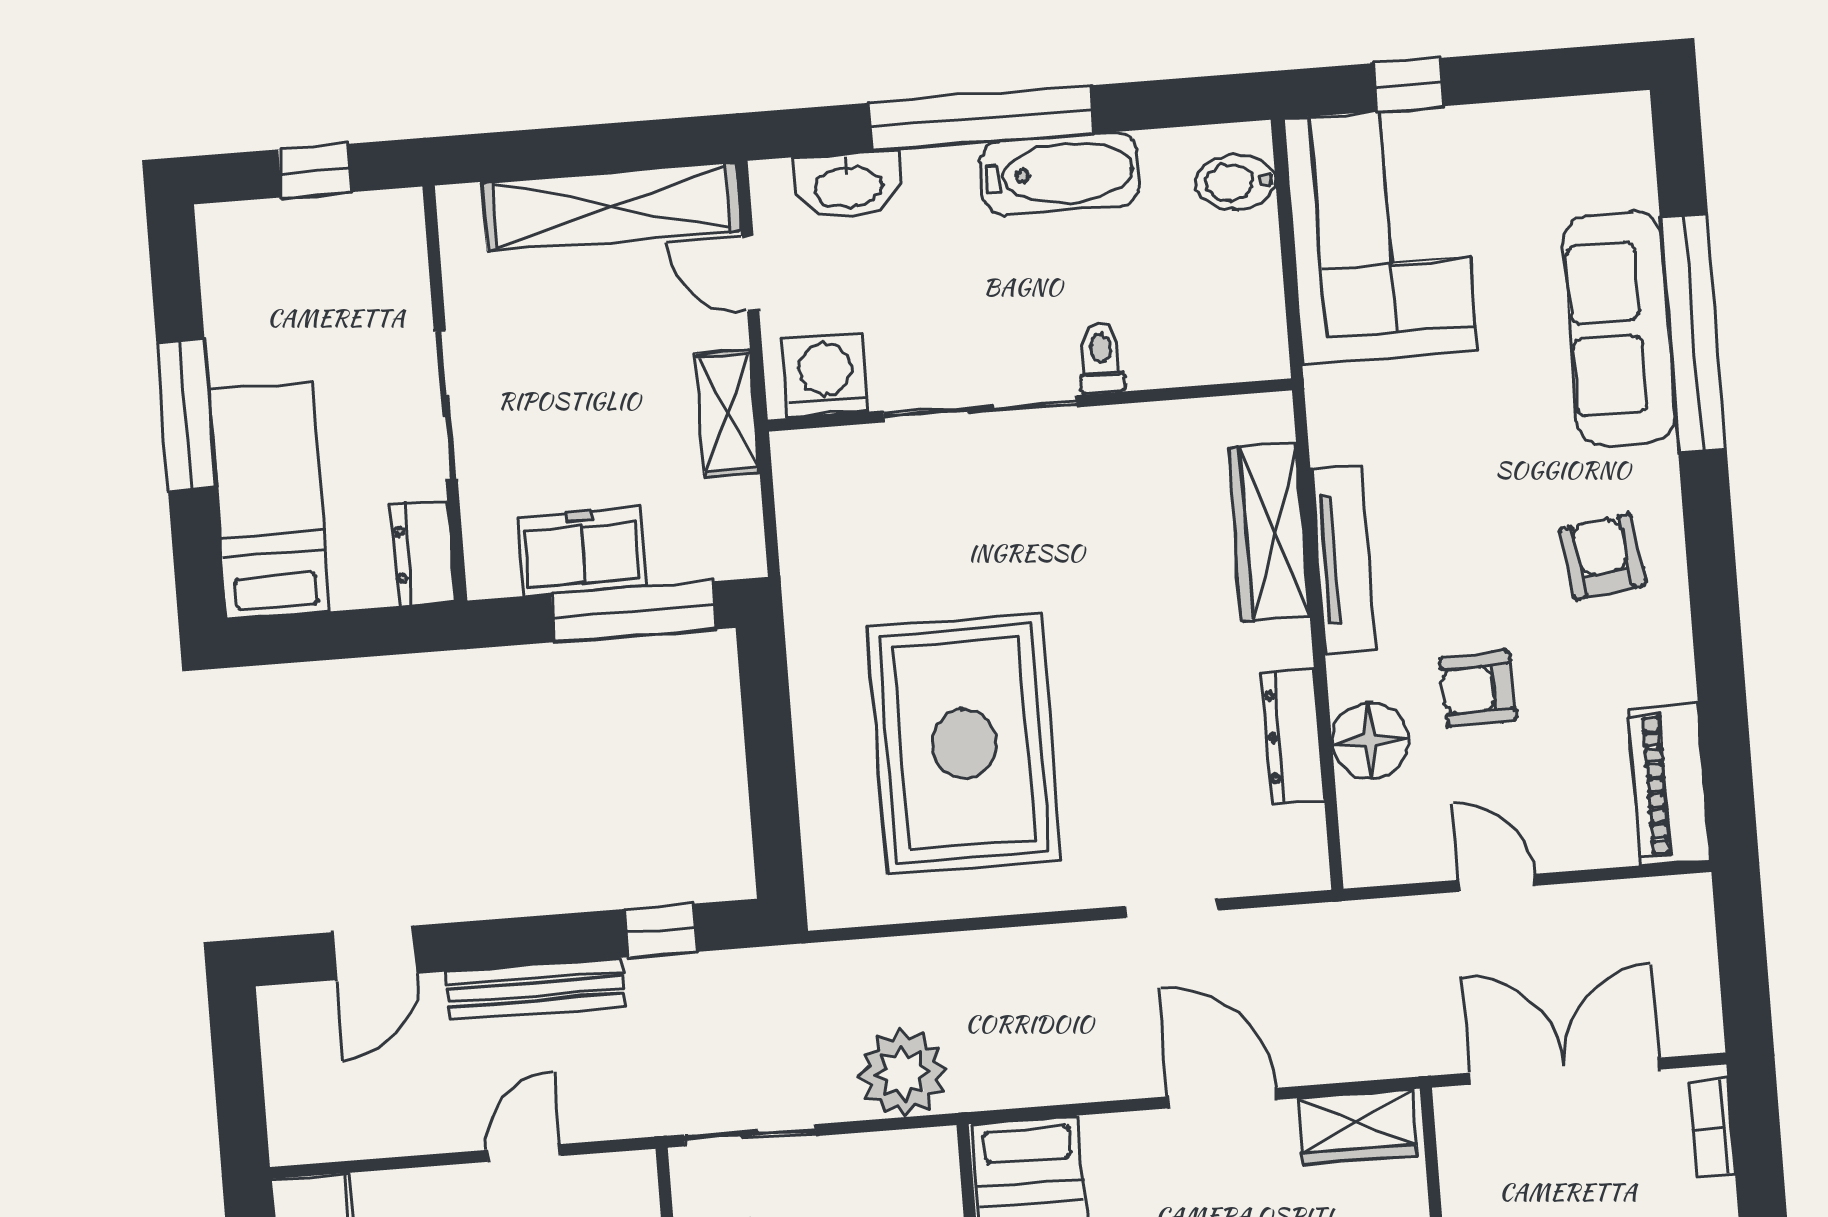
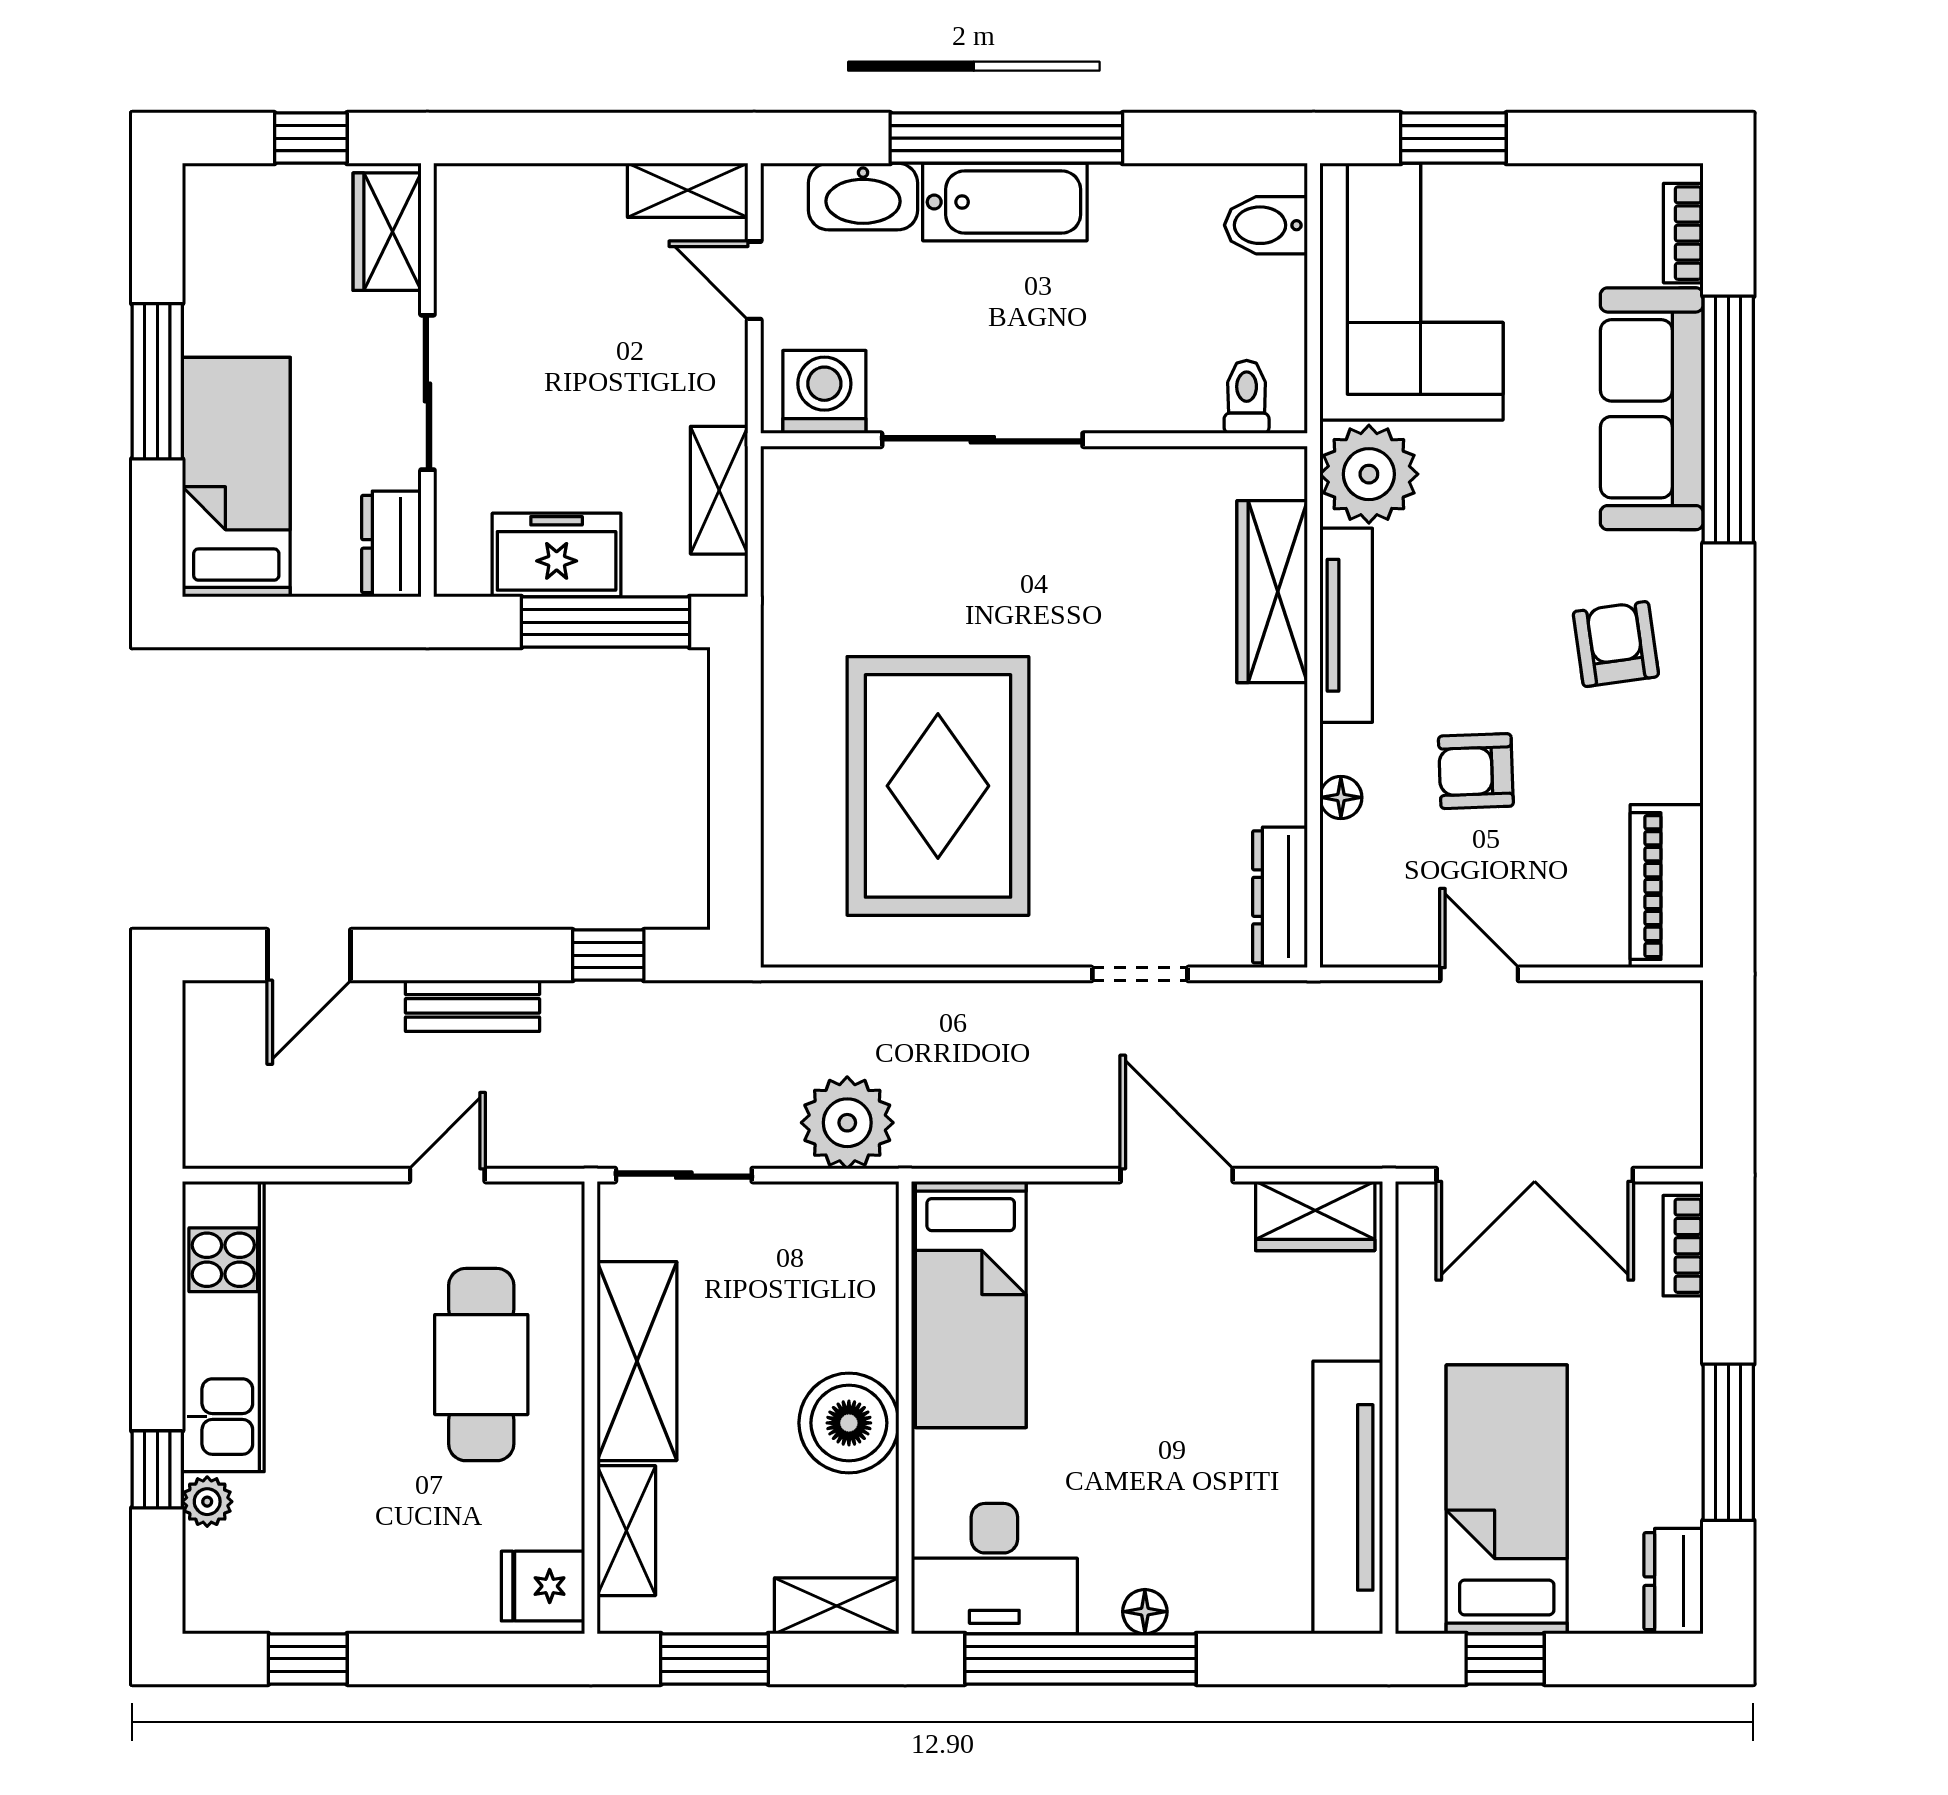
window: (1409, 85) -> (1453, 138), width x1.50
bookcase: (1636, 158) -> (1683, 233), added
bathtub: (1060, 174) -> (1005, 202), moved
shelving: (611, 206) -> (688, 190), width x0.45, depth x0.75
wardrobe: (395, 254) -> (387, 232), added
toilet: (1101, 358) -> (1247, 397), moved
shelving: (727, 413) -> (719, 490), moved
plant: (1353, 413) -> (1369, 474), added
dresser: (1293, 736) -> (1280, 897), moved
floor lamp: (1370, 741) -> (1341, 797), width x0.53, depth x0.53
bench: (535, 989) -> (473, 1006), width x0.73
double door: (1565, 1071) -> (1535, 1175), swing flipped

